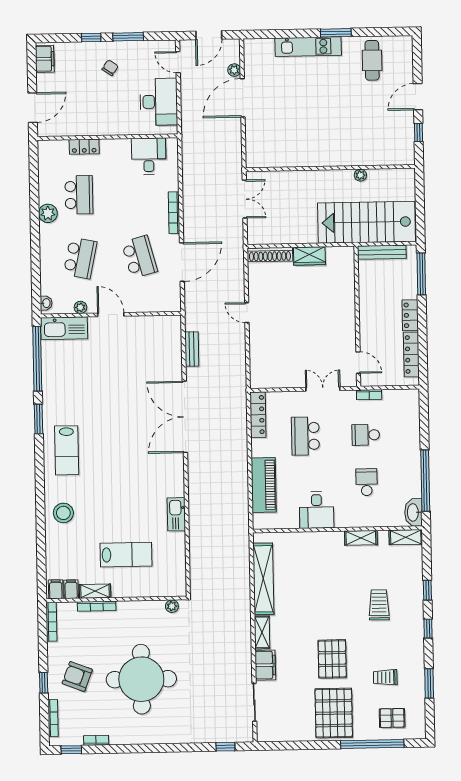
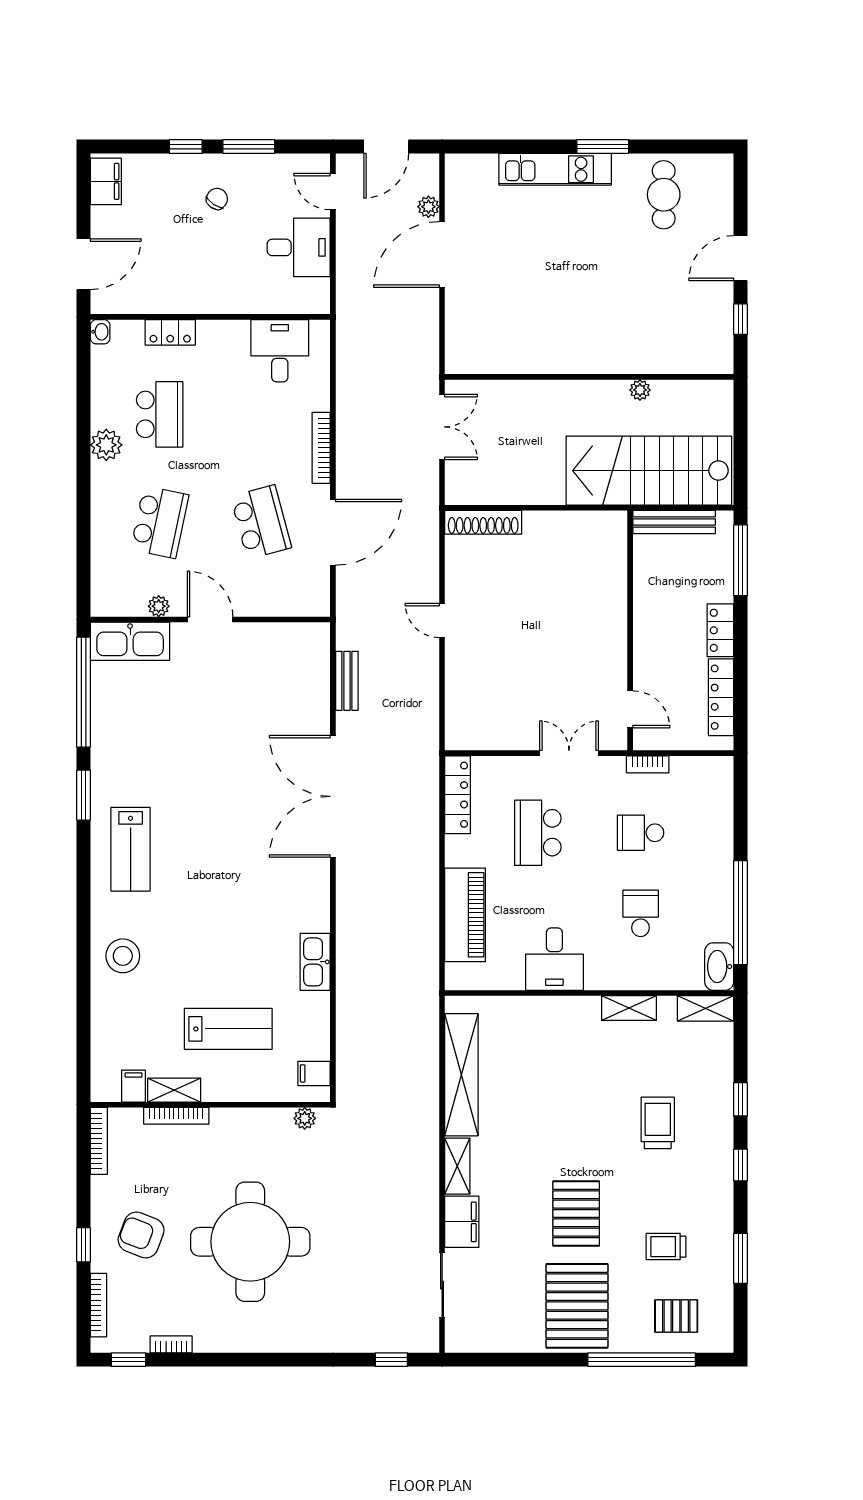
desk: (159, 102) -> (299, 247), width x0.73
wardrobe: (309, 256) -> (551, 526), removed
washbasin: (46, 303) -> (100, 332), moved
filing cabinet: (56, 589) -> (314, 1073), moved, turned -90

